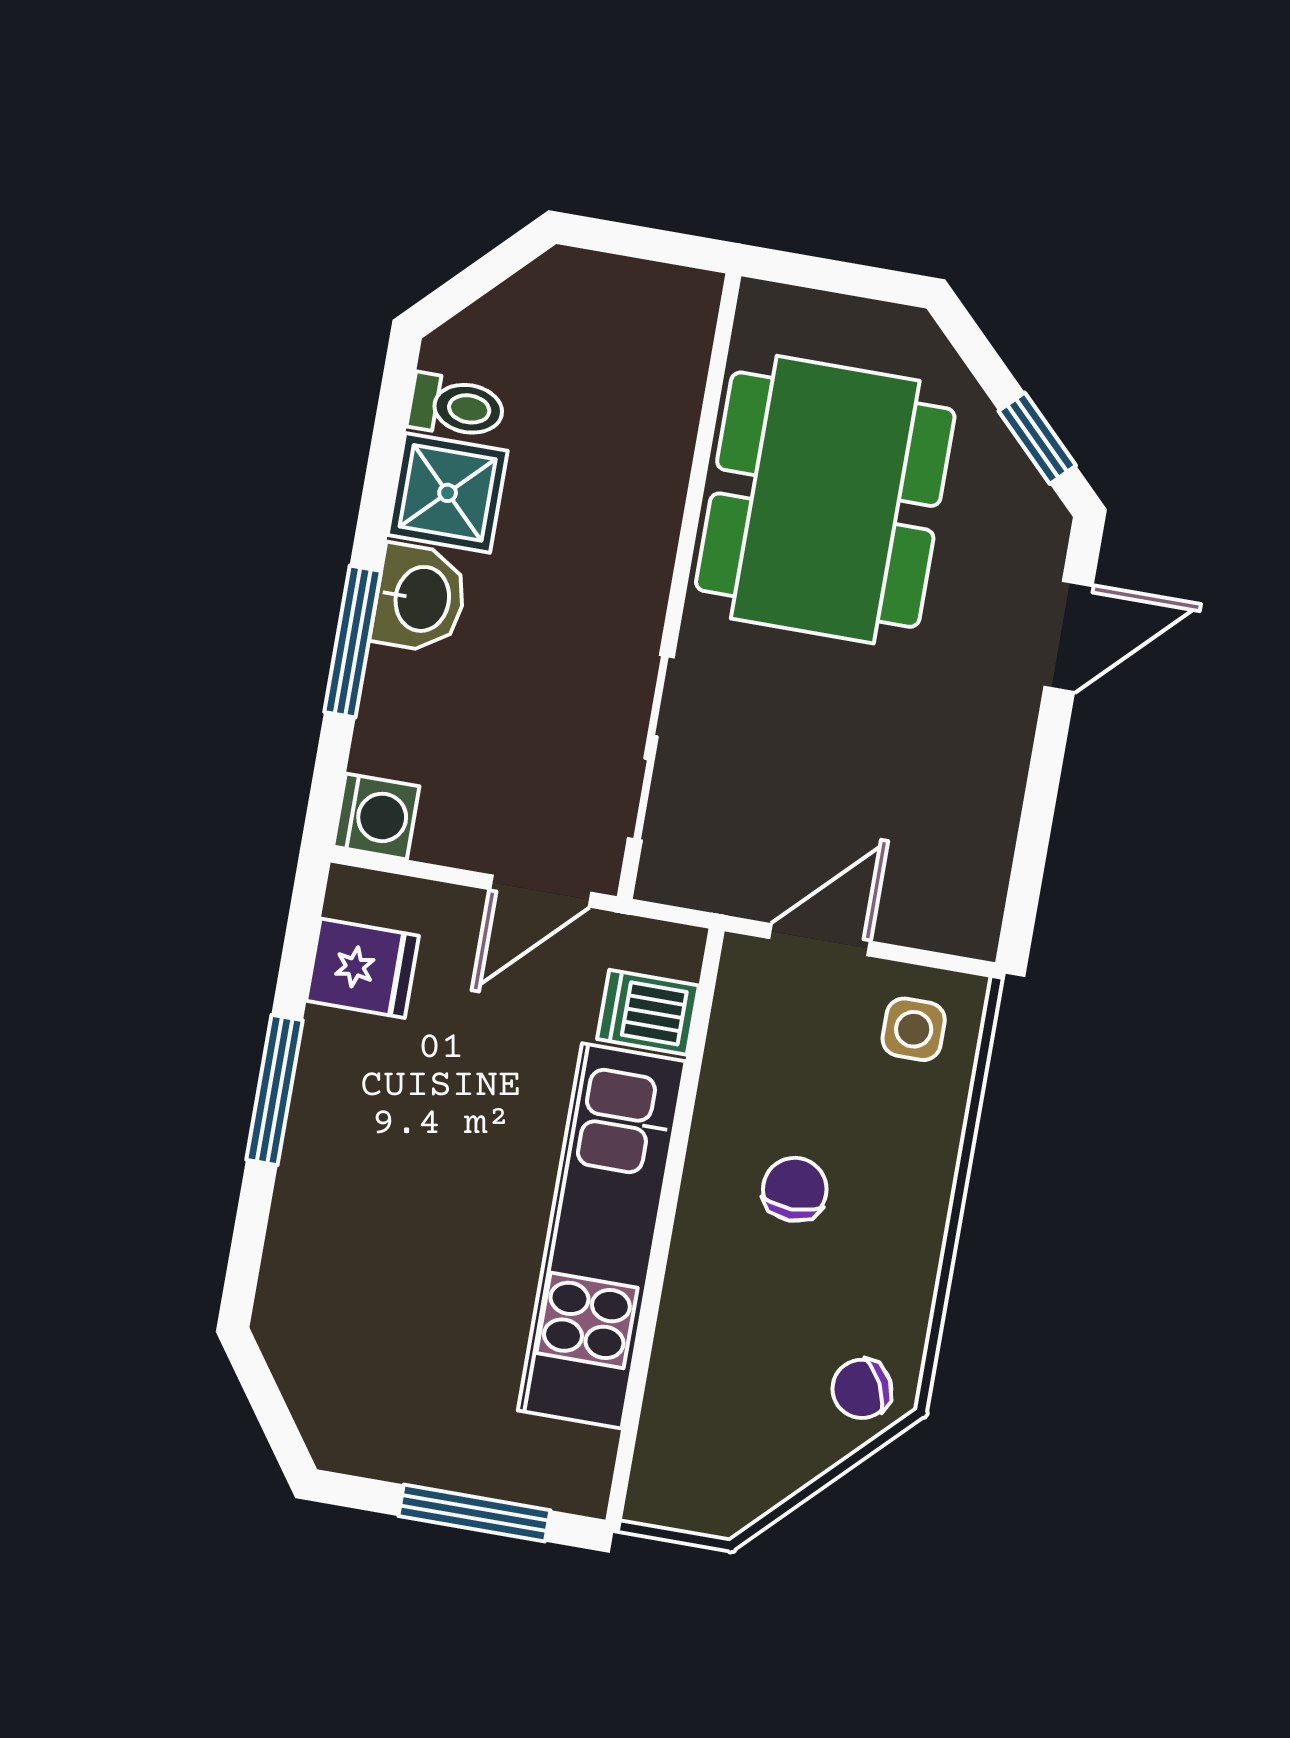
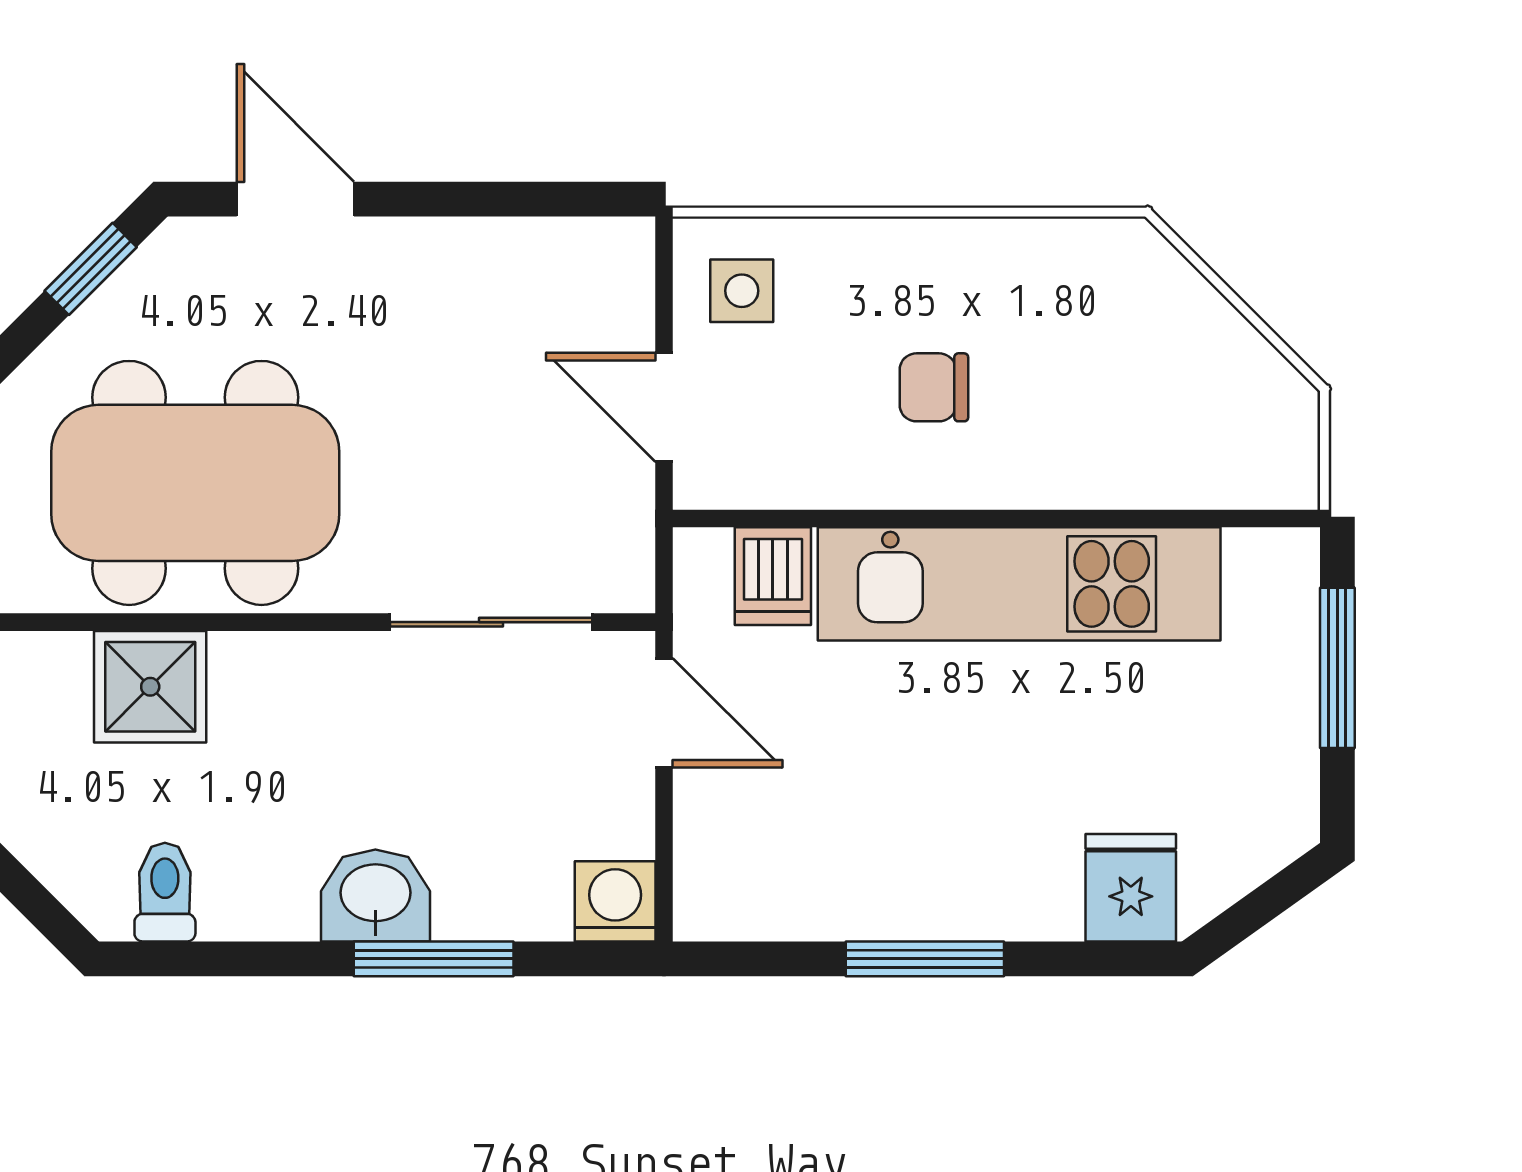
shower: (448, 493) -> (150, 687), moved
fridge: (363, 968) -> (1131, 888), moved
chair: (862, 1389) -> (1134, 279), removed

